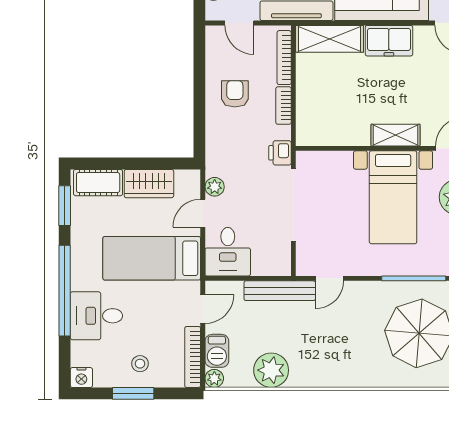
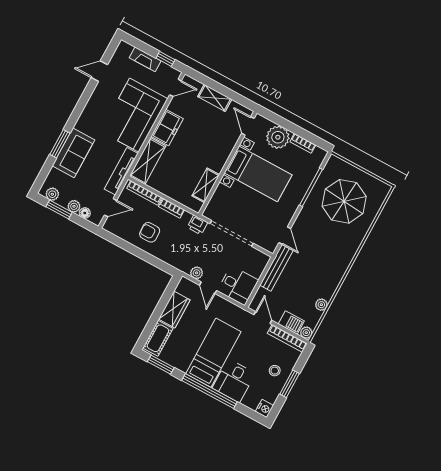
shelving: (395, 135) -> (206, 185), moved
bed: (152, 258) -> (213, 353), moved, turned 180
plant: (271, 370) -> (321, 305), width x0.53, depth x0.53

